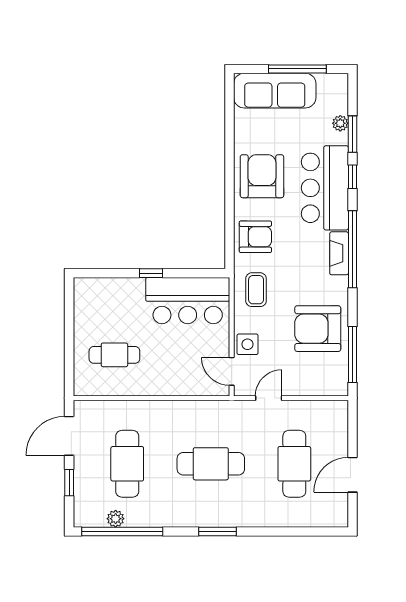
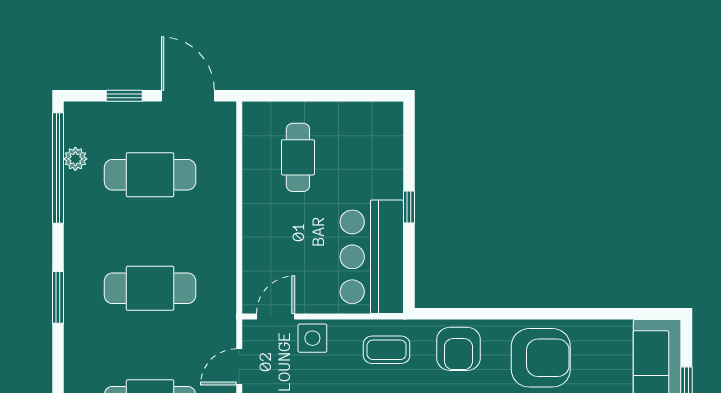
door: (269, 398) -> (239, 367), swing flipped
cafe table: (211, 464) -> (150, 288), turned 90

